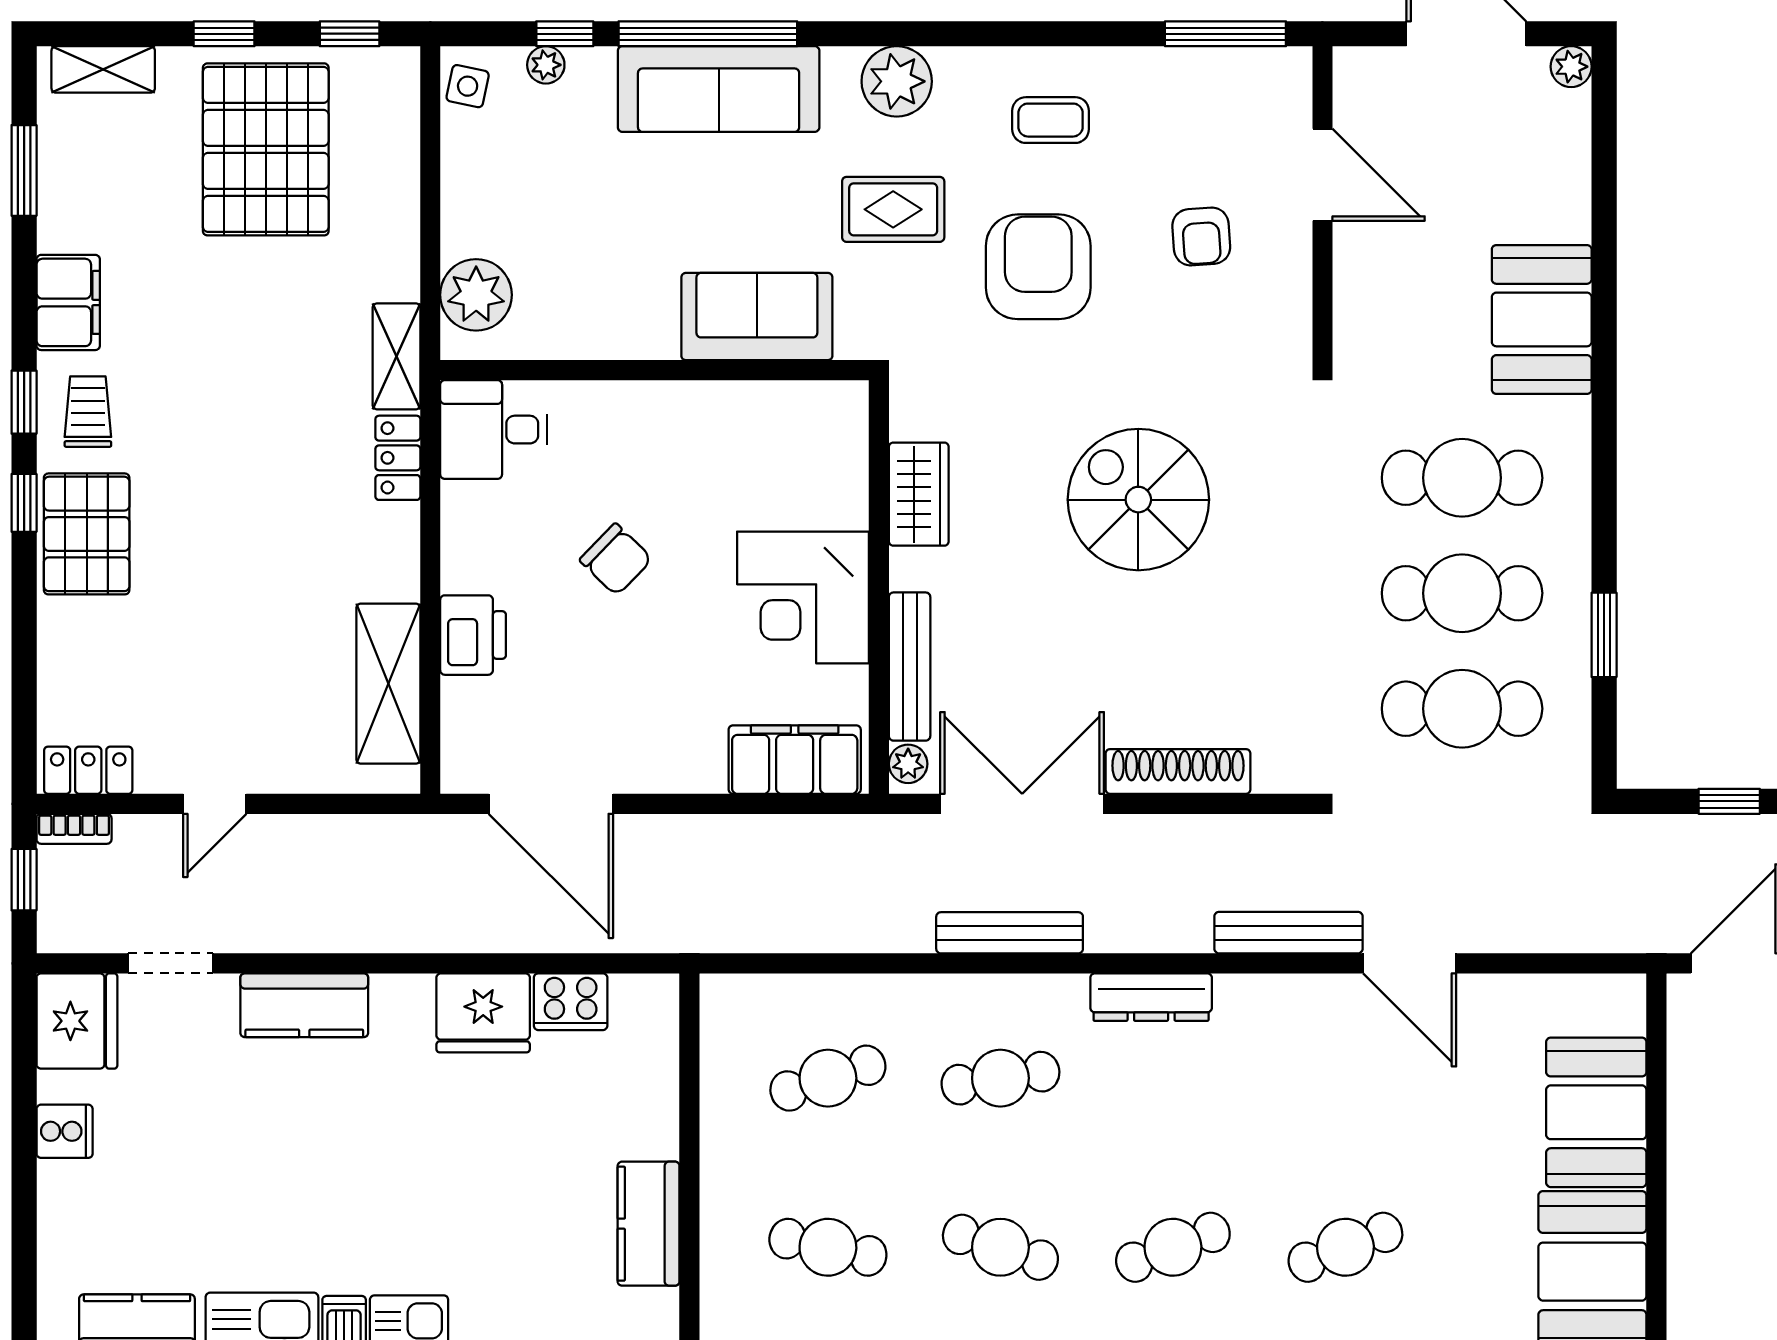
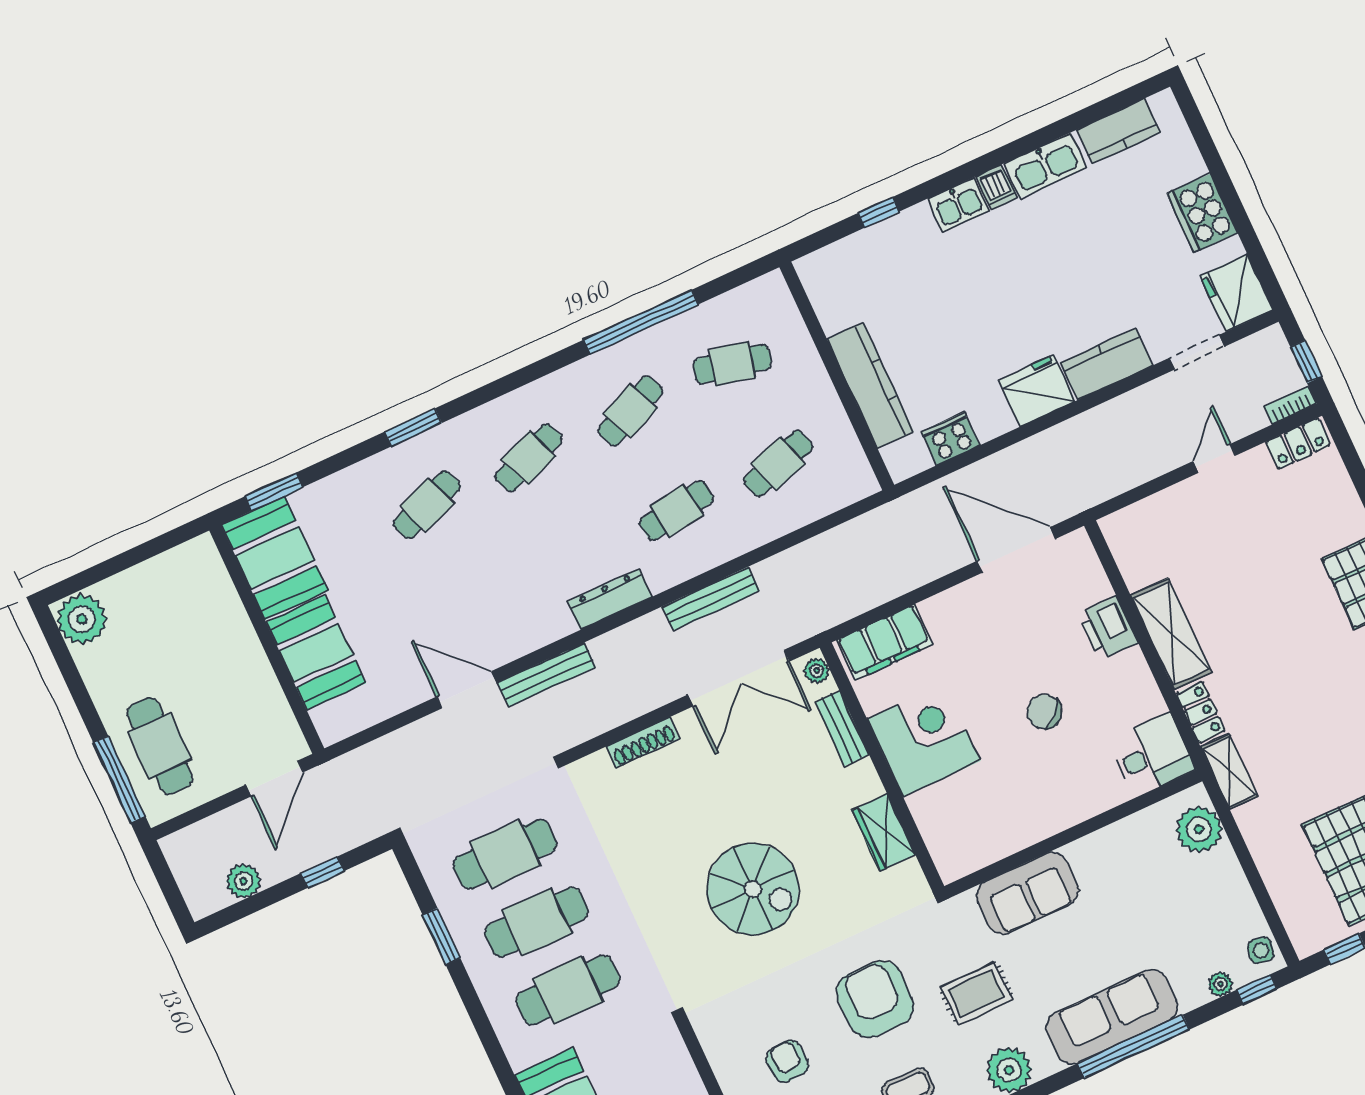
window: (565, 34) -> (1257, 990), moved
armchair: (1038, 267) -> (875, 999), turned 180
bench: (910, 667) -> (842, 728), width x0.73
shelving: (388, 684) -> (1171, 634), moved
shoe rack: (1178, 771) -> (643, 742), width x0.74, depth x0.81
fridge: (483, 1013) -> (1037, 391), moved
cooker: (65, 1131) -> (1202, 213), width x1.87, depth x1.31
kitchen counter: (648, 1224) -> (870, 385), moved, width x1.50
cafe table: (1000, 1247) -> (630, 411), turned -42

